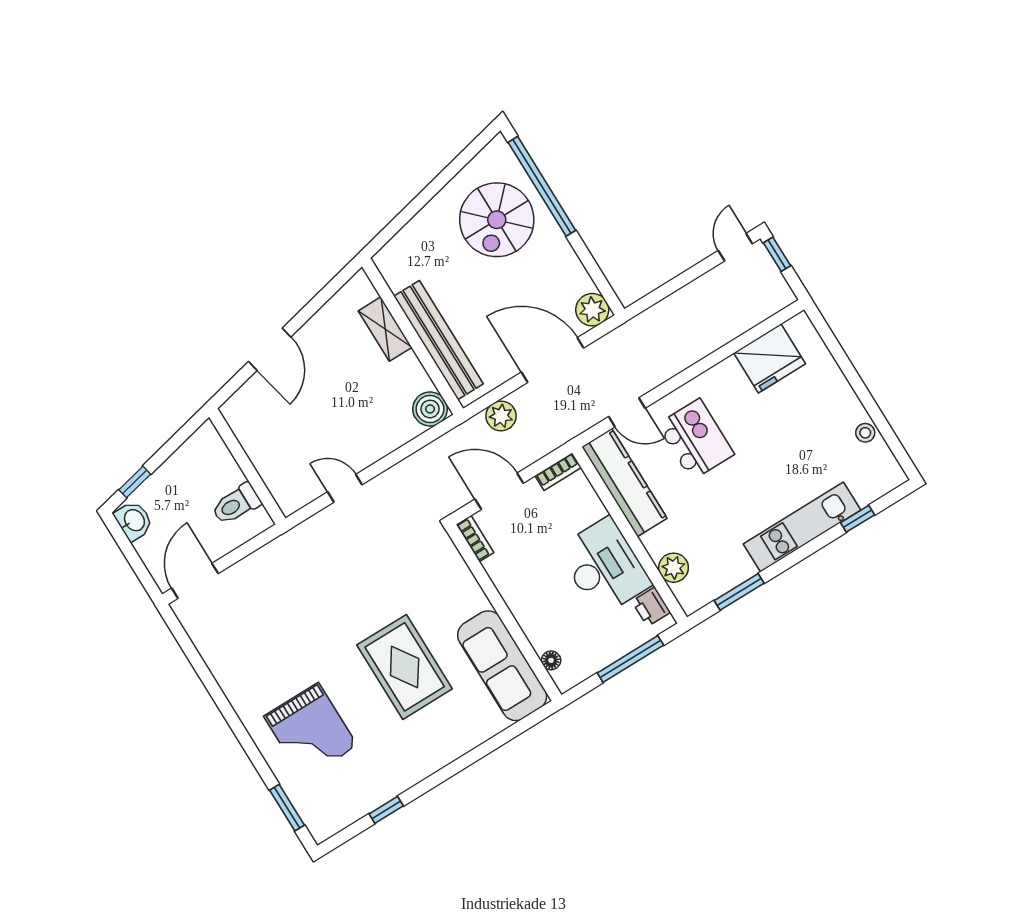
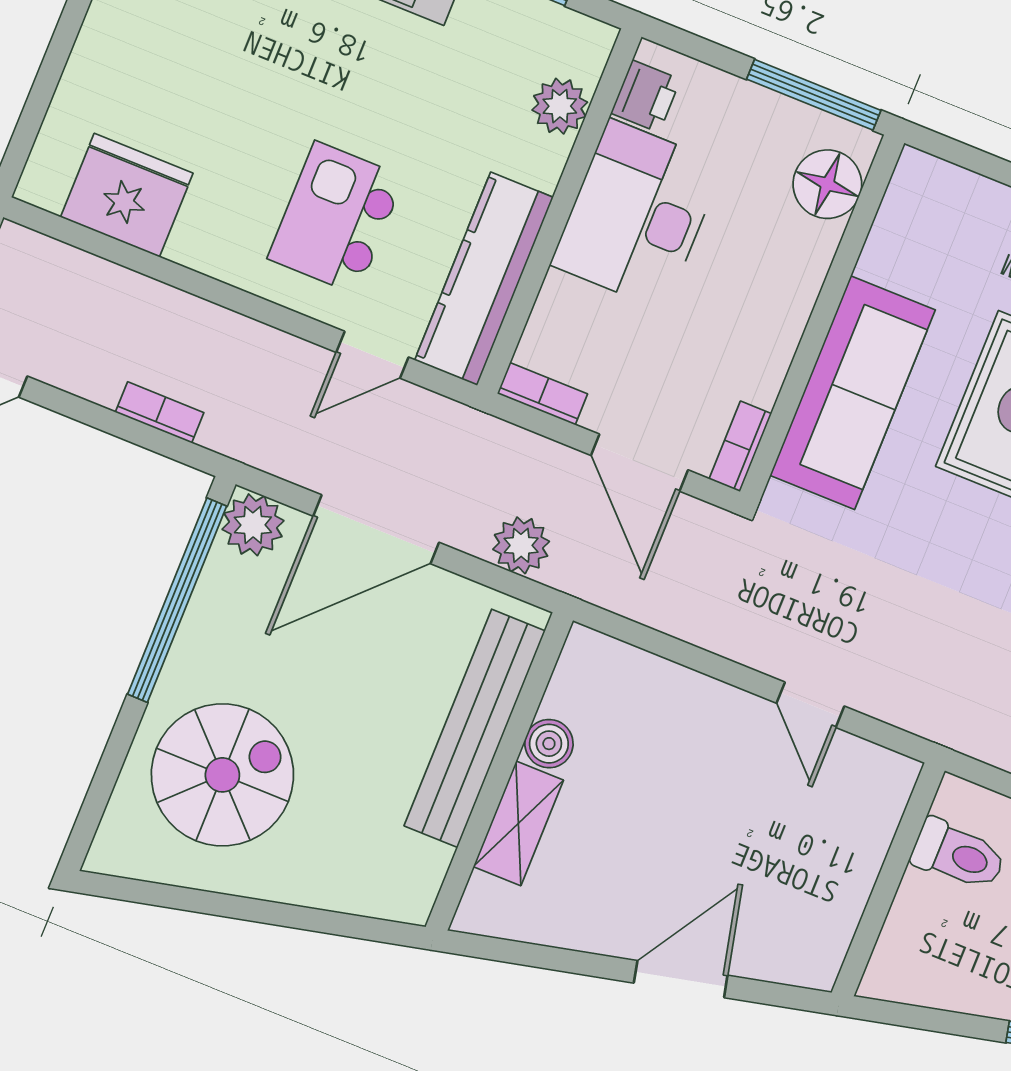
window: (542, 186) -> (177, 600), moved
bookcase: (668, 305) -> (160, 412), added
door: (552, 360) -> (376, 529), hinge flipped
boiler: (430, 409) -> (549, 744), moved, width x0.73, depth x0.73
door: (627, 412) -> (372, 355), swing flipped
window: (630, 659) -> (814, 95), moved
floor lamp: (551, 660) -> (827, 184), width x1.89, depth x1.89
sofa: (502, 666) -> (853, 393), moved

